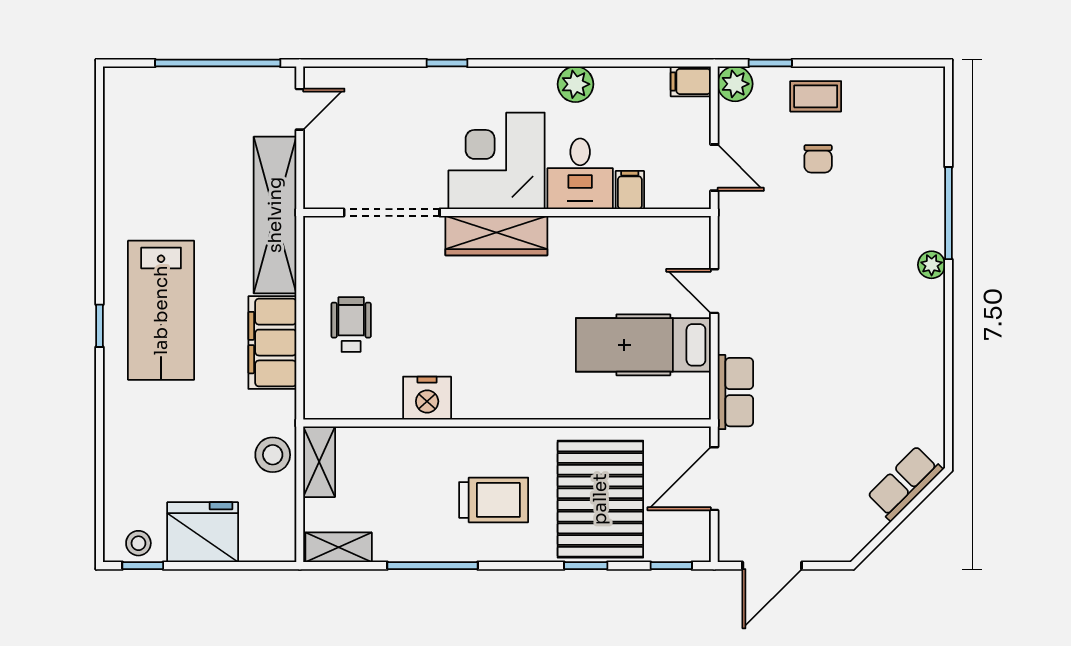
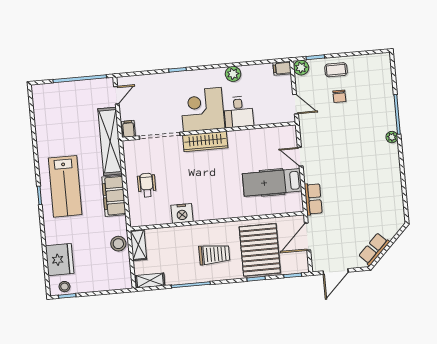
filing cabinet: (630, 190) -> (128, 129), moved
row of seats: (905, 483) -> (374, 249), moved
fridge: (203, 532) -> (60, 260), moved, turned 90

